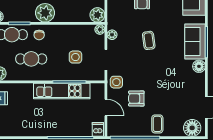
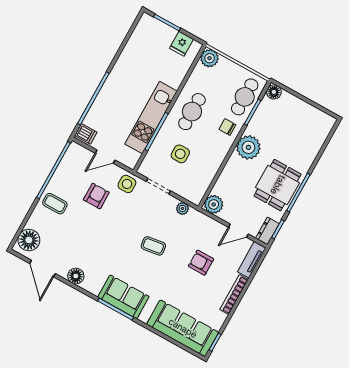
plant: (100, 30) -> (196, 198), removed
cafe table: (31, 59) -> (192, 112), moved
floor lamp: (199, 66) -> (76, 276), moved

